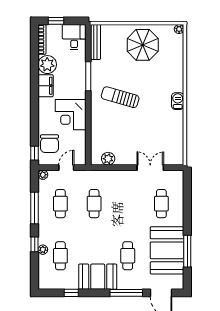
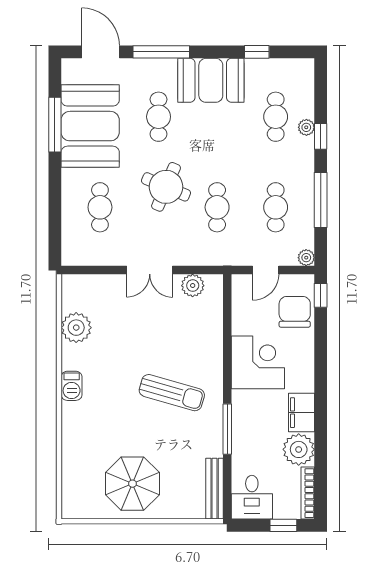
plant: (179, 29) -> (76, 328), moved, width x1.87, depth x1.87
double door: (150, 168) -> (150, 270), moved
round table: (123, 215) -> (166, 187), added

